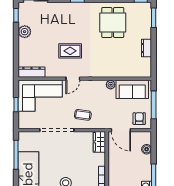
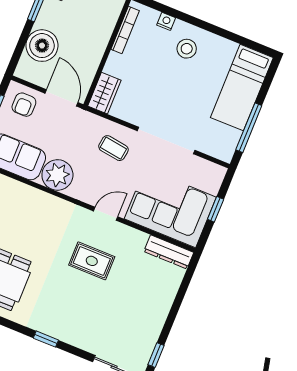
plant: (25, 32) -> (153, 323), removed
plant: (111, 85) -> (57, 175), width x1.88, depth x1.88
boiler: (147, 149) -> (42, 46), width x1.86, depth x1.86

